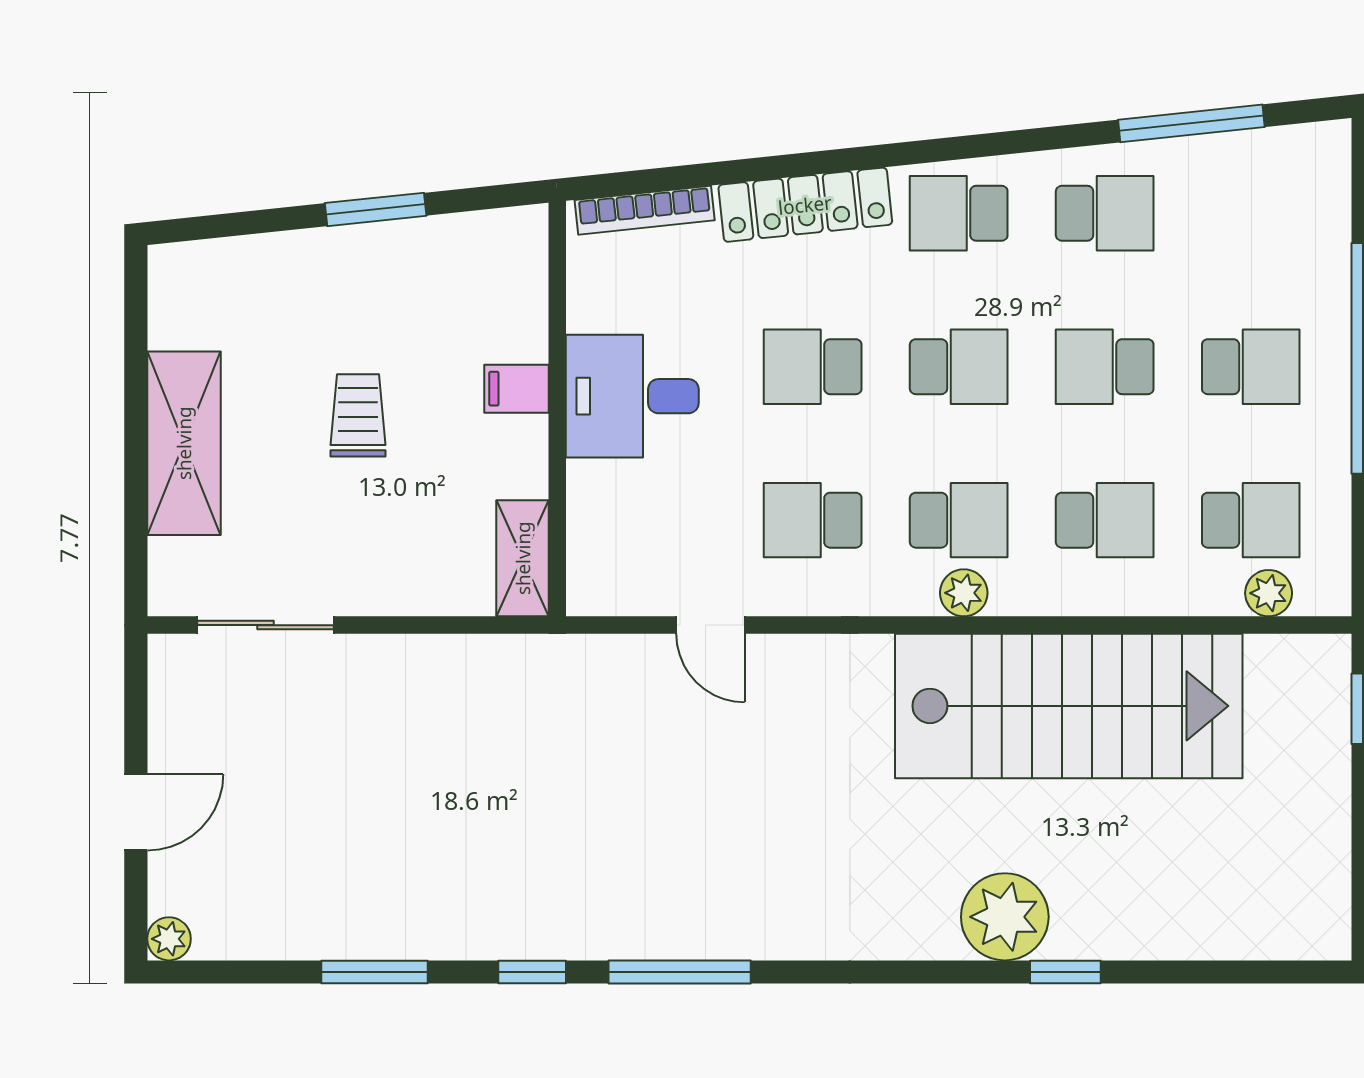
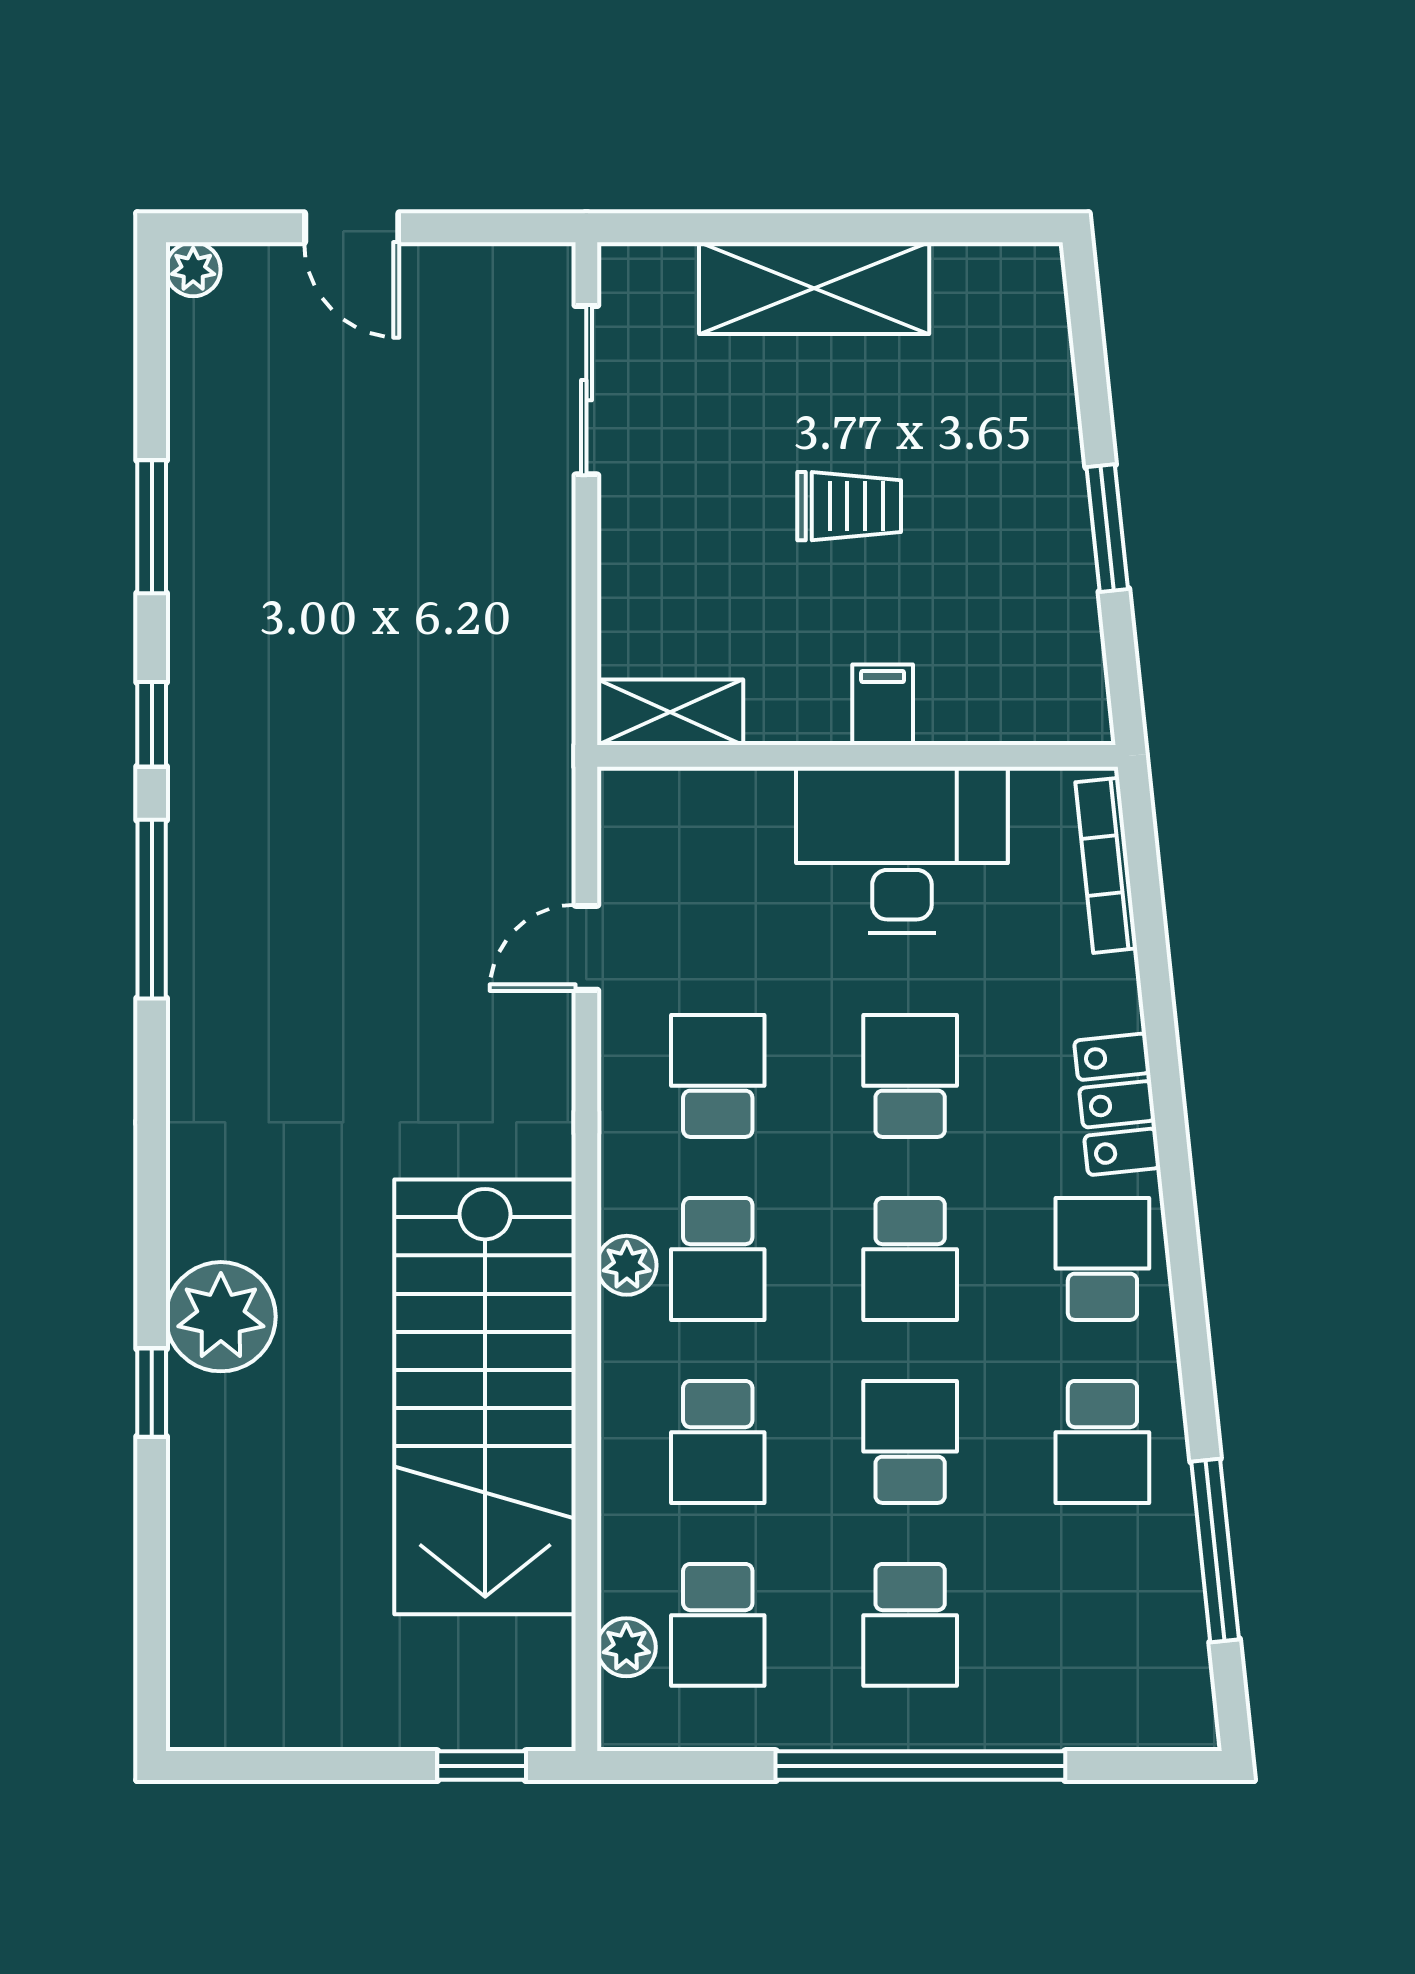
locker: (805, 205) -> (1117, 1104), width x0.66
desk: (632, 396) -> (902, 850), width x1.37

